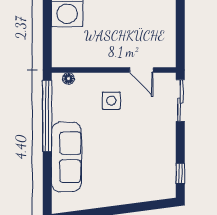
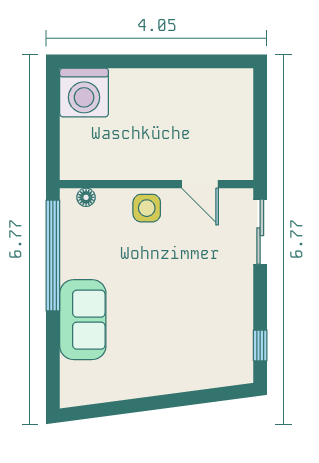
side table: (111, 101) -> (147, 208), moved
sofa: (66, 157) -> (83, 320), width x0.73

